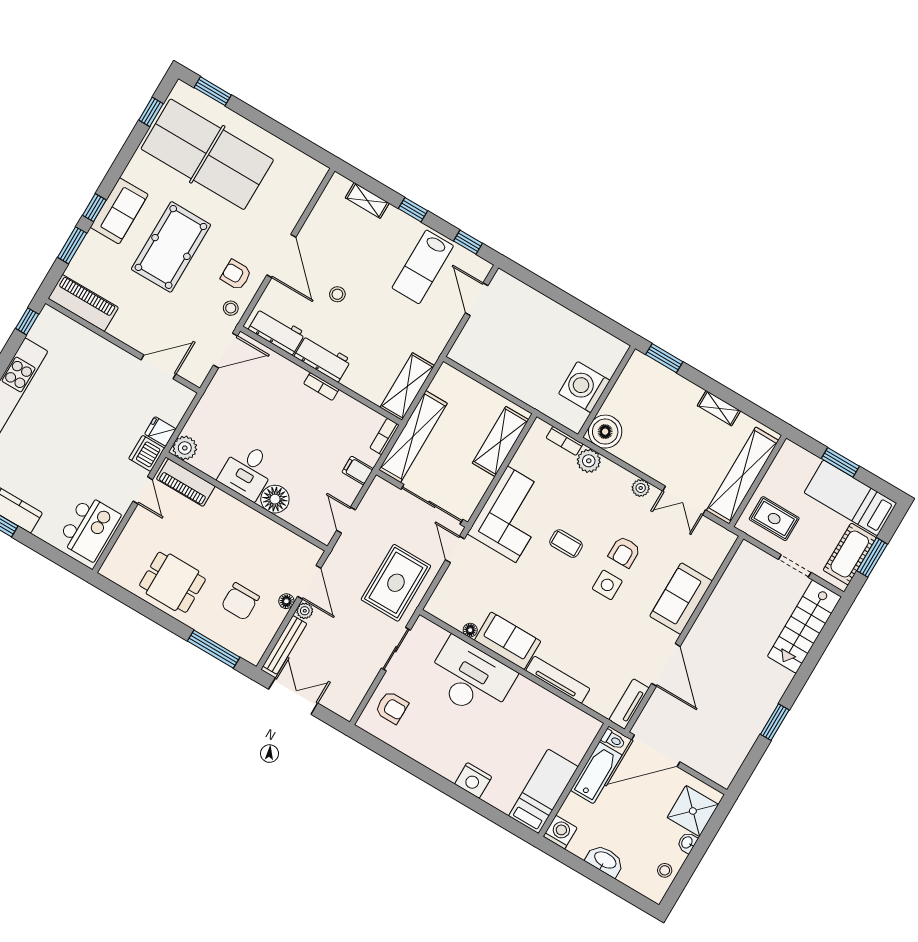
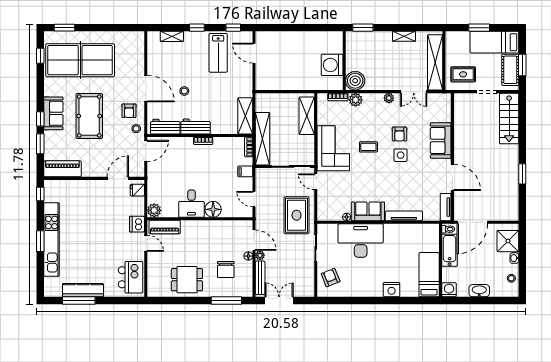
armchair: (236, 275) -> (129, 111), turned -90
fridge: (160, 431) -> (137, 190), moved
armchair: (392, 707) -> (331, 278), turned -112

